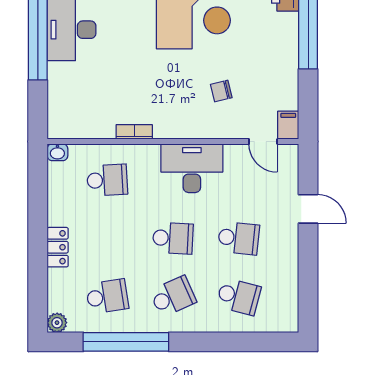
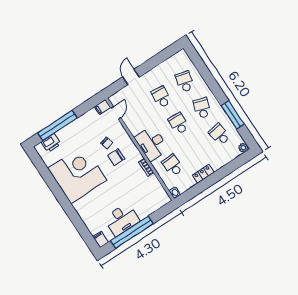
chair: (186, 91) -> (116, 157), added
desk: (192, 168) -> (151, 144), moved
locker: (58, 247) -> (203, 174), moved
school desk: (173, 296) -> (202, 108), turned 42
window: (126, 342) -> (233, 115), width x0.68

